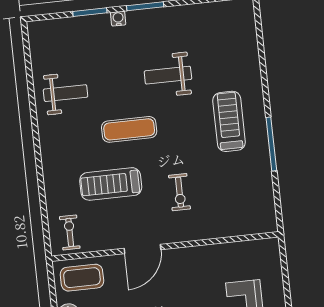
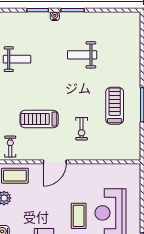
treadmill: (229, 121) -> (115, 106), moved
exercise mat: (129, 129) -> (54, 86), removed

